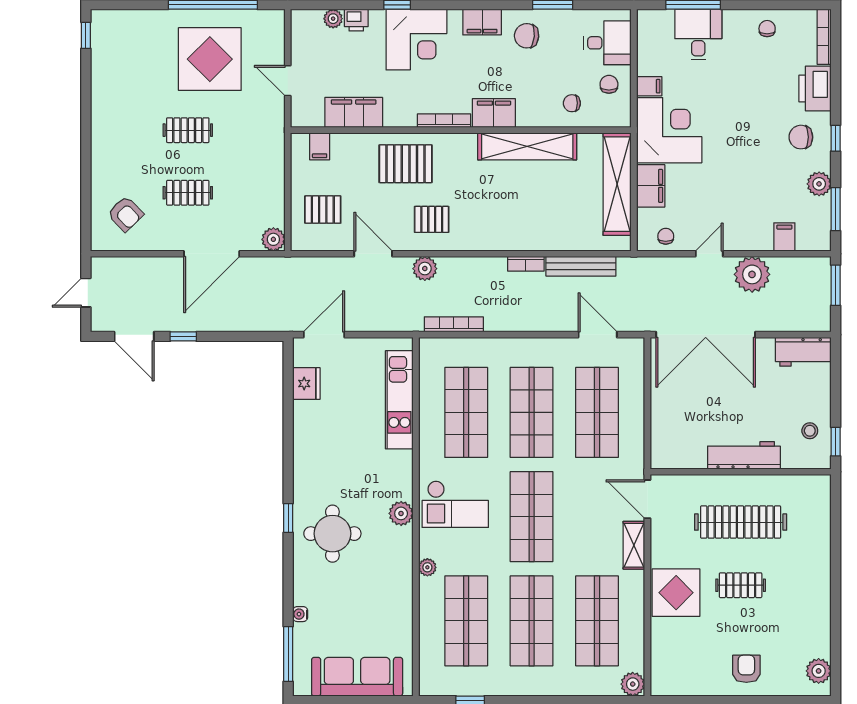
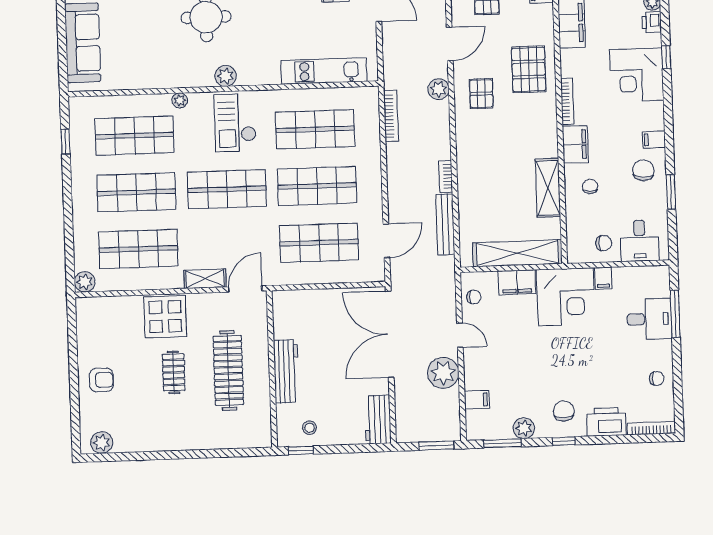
filing cabinet: (482, 22) -> (654, 140), width x0.50
chair: (572, 103) -> (590, 186), moved
shelving: (527, 146) -> (548, 188), width x0.68

